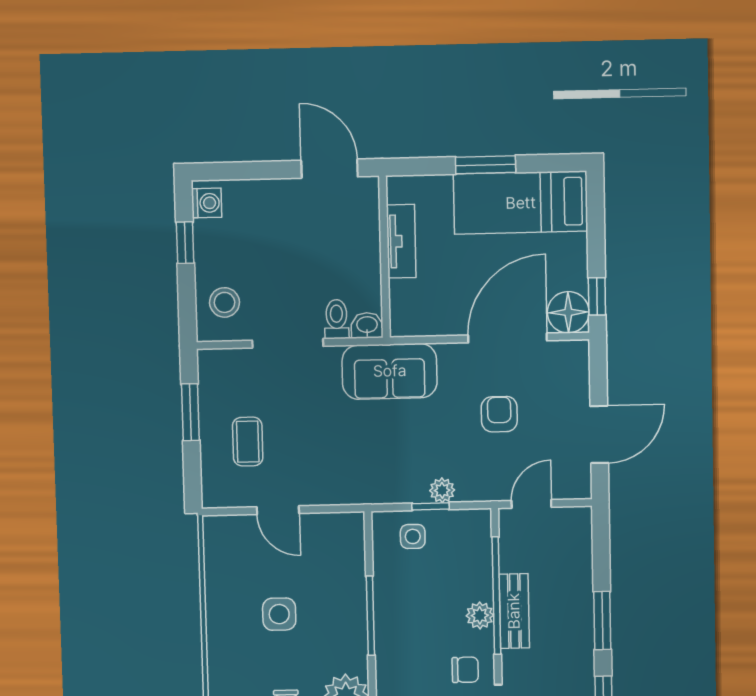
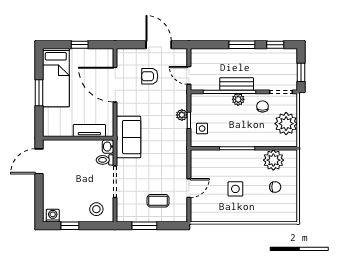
tv unit: (401, 241) -> (89, 131), moved
window: (597, 296) -> (80, 45), moved
floor lamp: (568, 312) -> (104, 58), removed
armchair: (499, 414) -> (150, 76), moved

